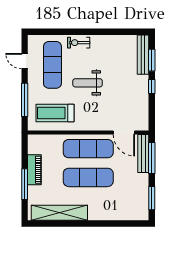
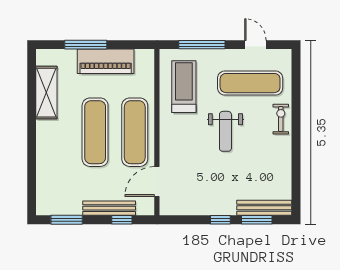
door: (25, 61) -> (255, 45), hinge flipped
weight bench: (88, 83) -> (225, 131), turned 180
bench: (143, 154) -> (109, 208), moved
window: (152, 158) -> (122, 220), width x0.46
piano: (34, 170) -> (106, 61), width x1.37, depth x1.33
shelving: (59, 213) -> (46, 93), width x0.68

